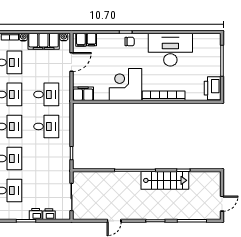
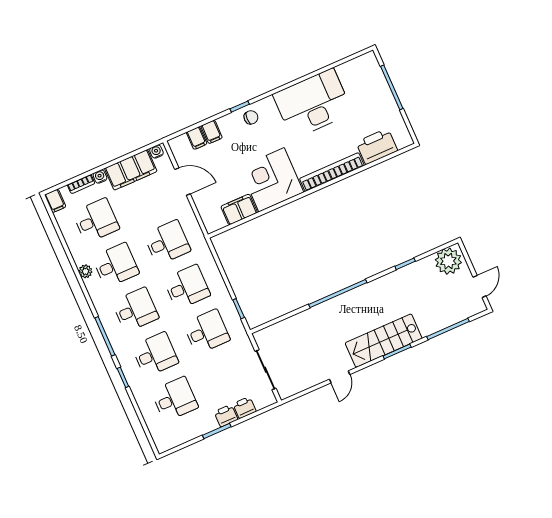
filing cabinet: (81, 40) -> (212, 132), moved
door: (72, 62) -> (183, 182), hinge flipped
printer: (213, 88) -> (377, 146), moved, turned 90
filing cabinet: (83, 94) -> (239, 210), moved
desk: (46, 158) -> (207, 332), added
stairs: (165, 180) -> (384, 341), moved, turned 180
plant: (210, 180) -> (448, 261), added

